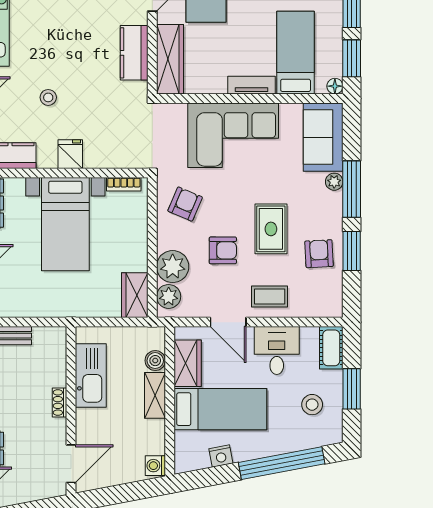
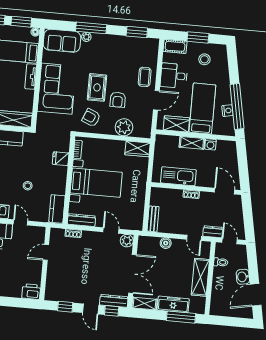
fridge: (70, 154) -> (61, 159), moved
rug: (271, 229) -> (97, 87), moved, turned 90
armchair: (223, 250) -> (118, 100), turned 180
window: (352, 251) -> (137, 32), moved
armchair: (319, 254) -> (124, 48), removed
plant: (169, 296) -> (140, 131), removed
boiler: (155, 361) -> (173, 141), removed
window: (282, 463) -> (237, 107), moved
washing machine: (155, 466) -> (210, 144), moved

